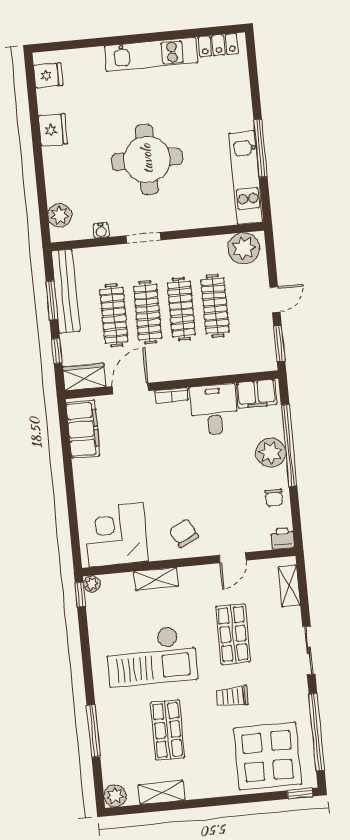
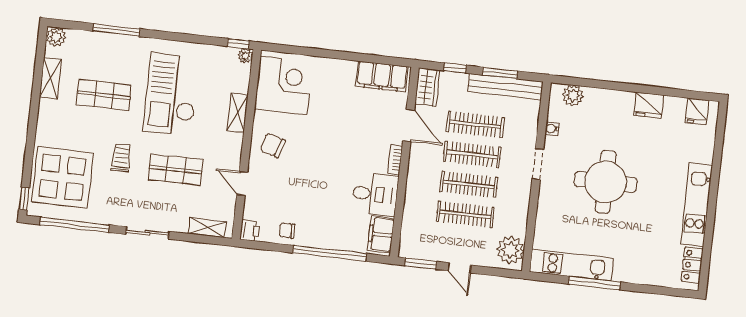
plant: (271, 453) -> (327, 236), removed
chair: (184, 533) -> (273, 145), turned -137

